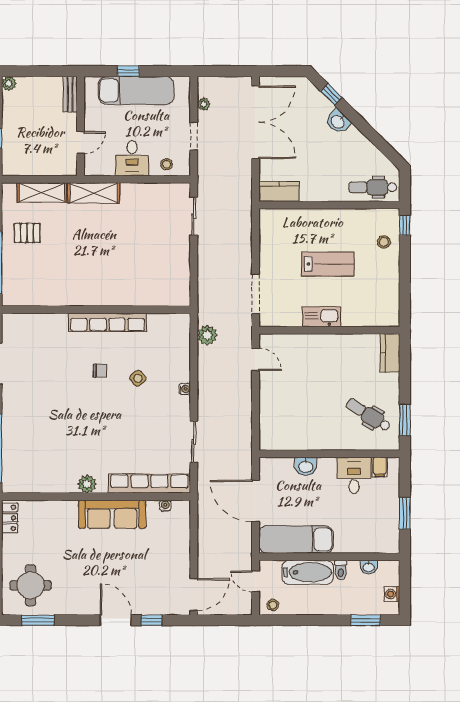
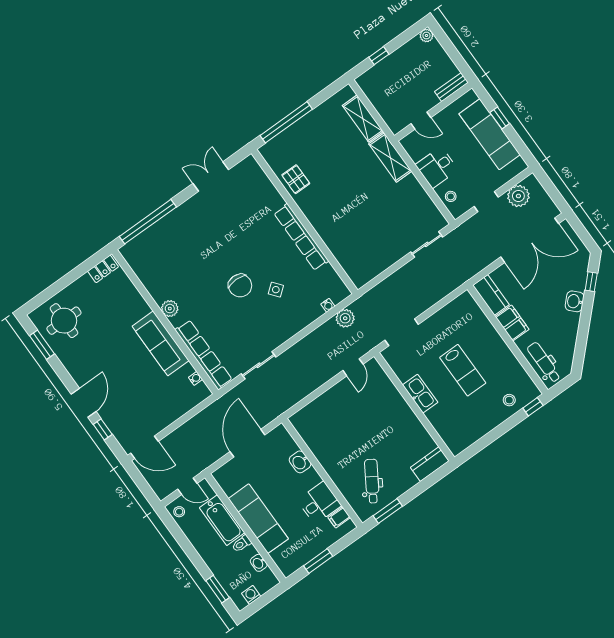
plant: (204, 104) -> (518, 196), width x1.88, depth x1.88
filing cabinet: (317, 191) -> (512, 323), added
pallet: (27, 233) -> (296, 179), moved
chair: (100, 371) -> (240, 286), moved, width x1.87, depth x1.87
water cooler: (185, 389) -> (328, 305), moved
exam couch: (296, 539) -> (258, 519), moved
door: (256, 581) -> (187, 486), swing flipped

